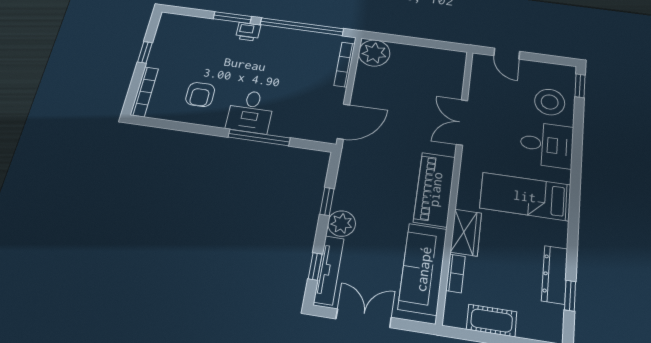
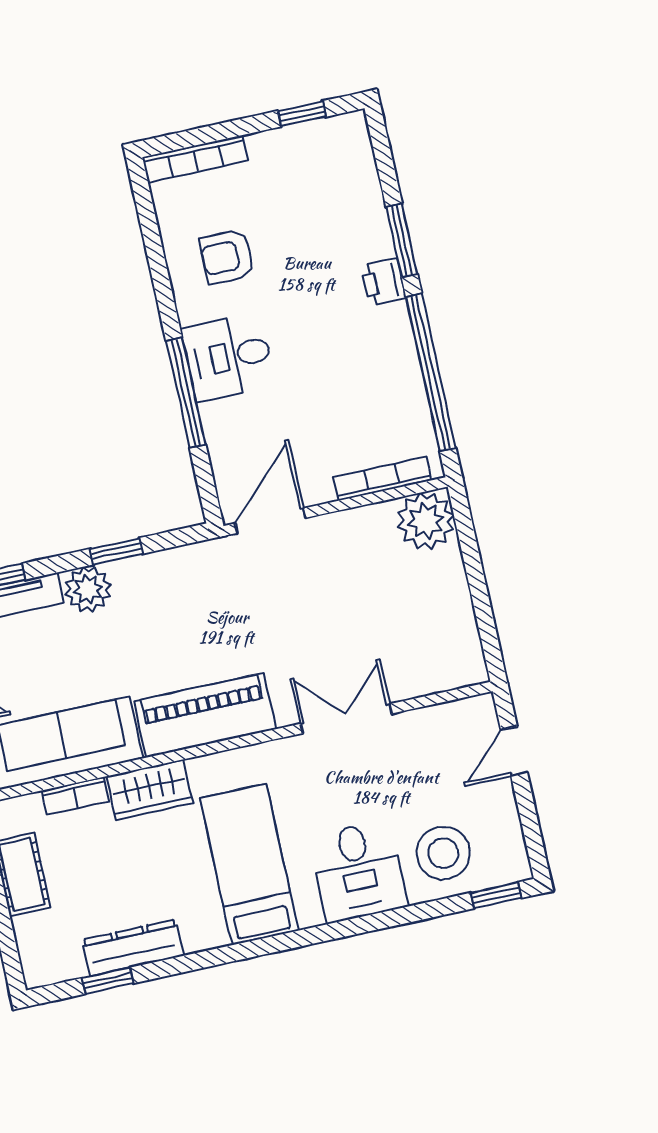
window: (145, 52) -> (302, 114), moved
door: (343, 122) -> (270, 521), swing flipped

